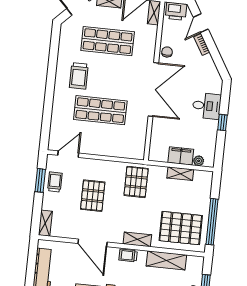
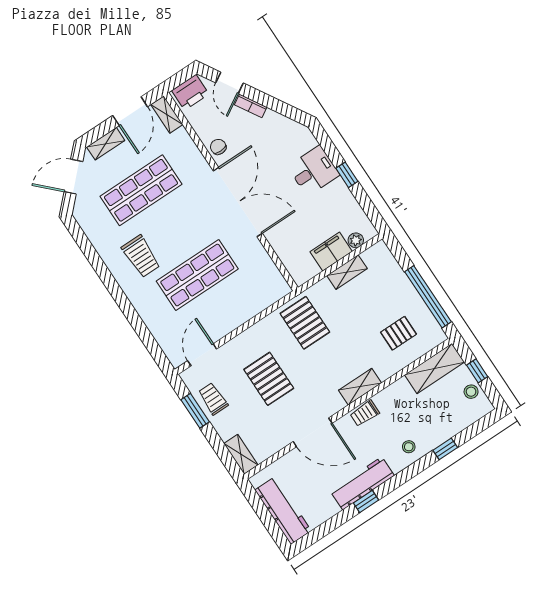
pallet: (181, 228) -> (398, 333), width x0.49, depth x0.50
shelving: (166, 260) -> (434, 368), moved

